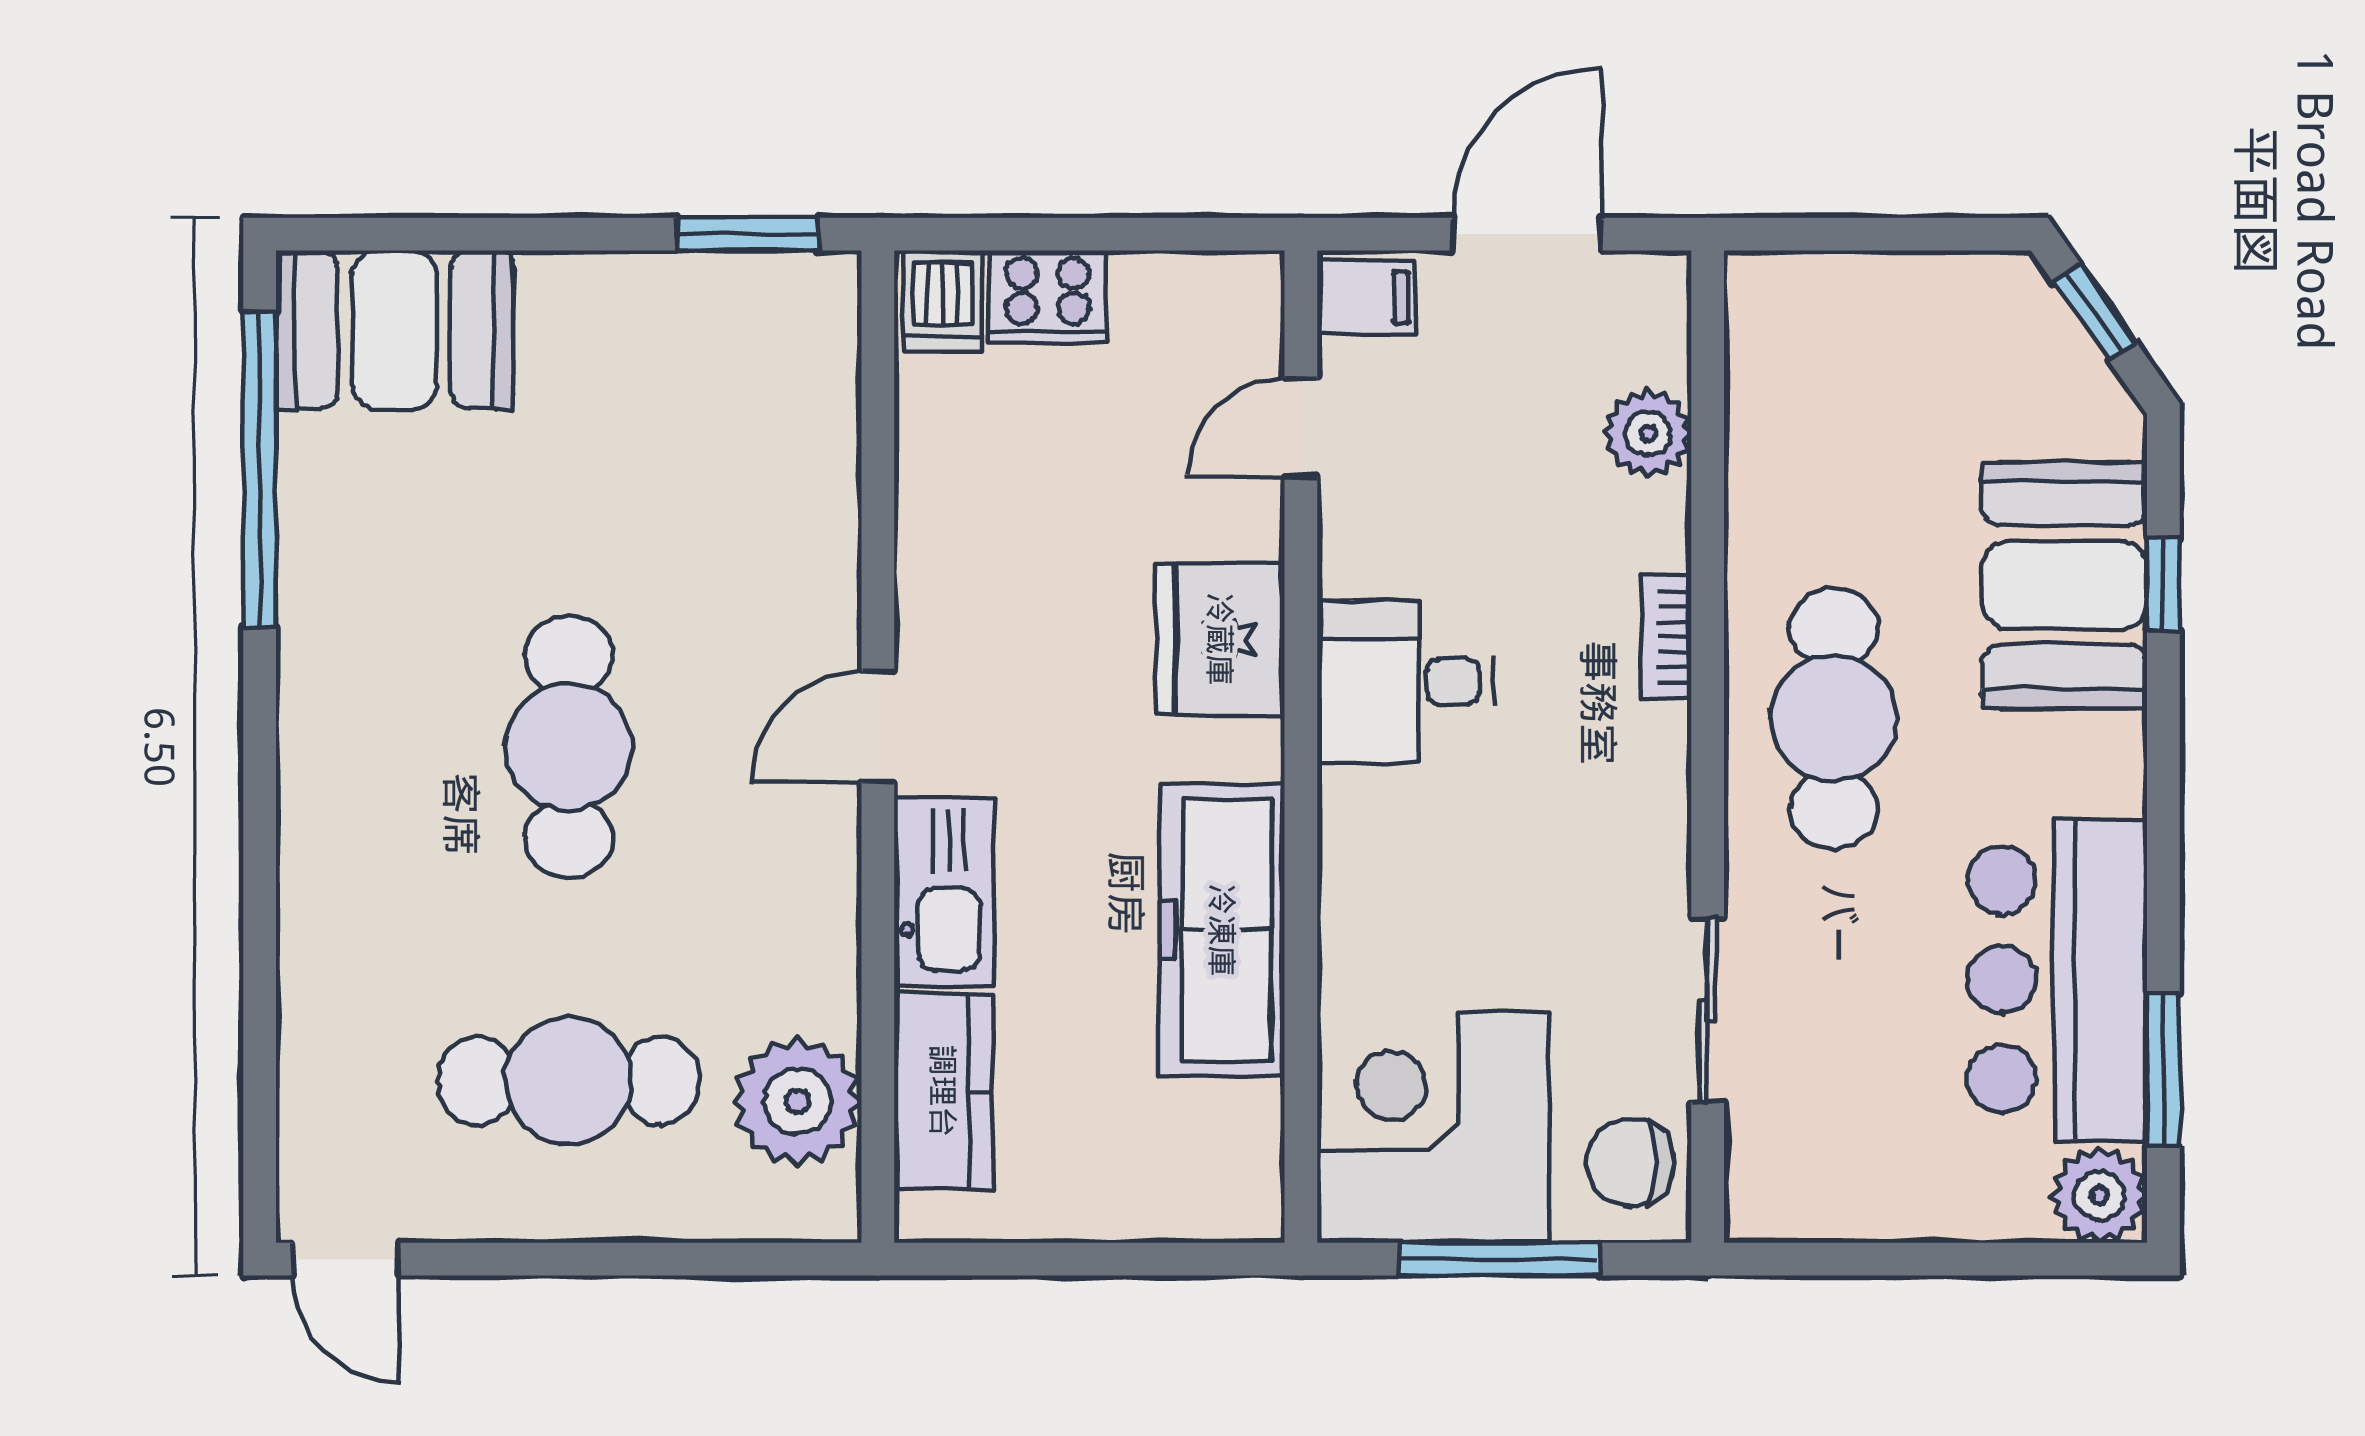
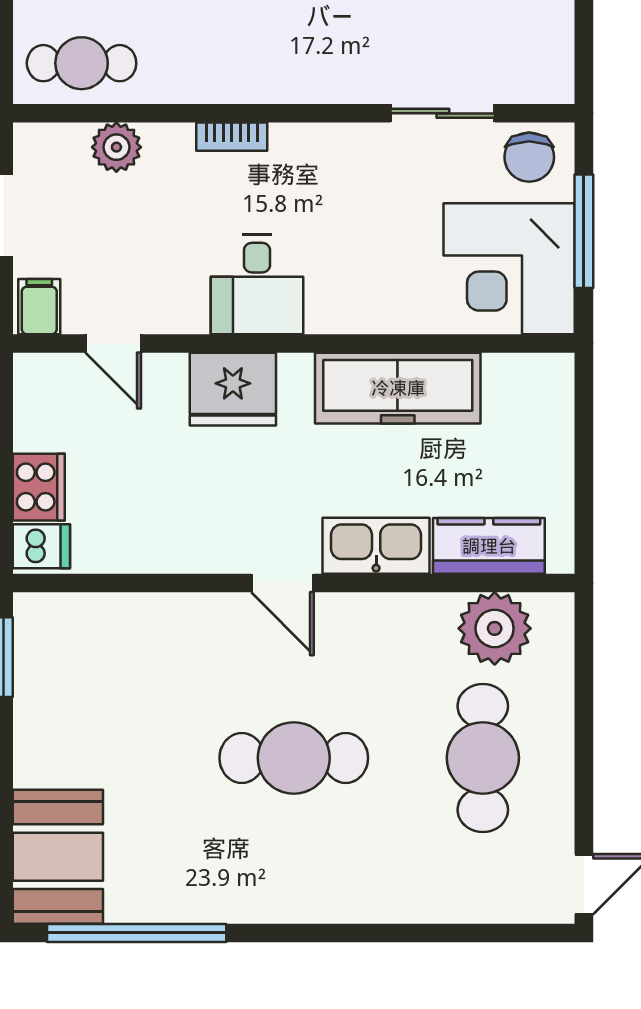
cafe table: (1834, 719) -> (82, 63), moved, width x0.73, depth x0.74

